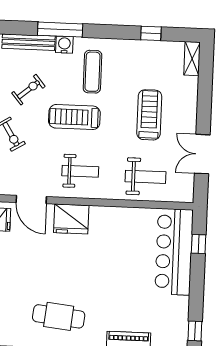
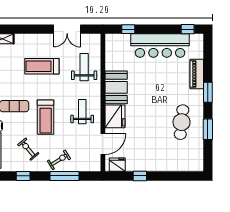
booth: (114, 223) -> (116, 87), added
bar counter: (174, 252) -> (160, 46), moved

